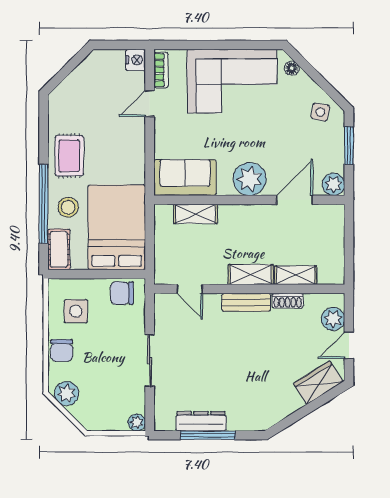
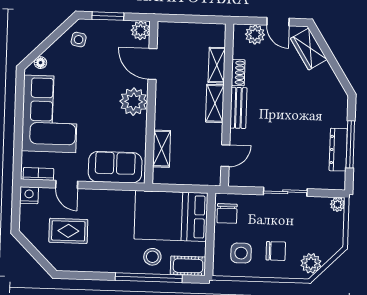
rug: (69, 156) -> (68, 231), moved
sofa: (185, 178) -> (115, 167), moved, turned 90
chair: (62, 350) -> (276, 251), moved

